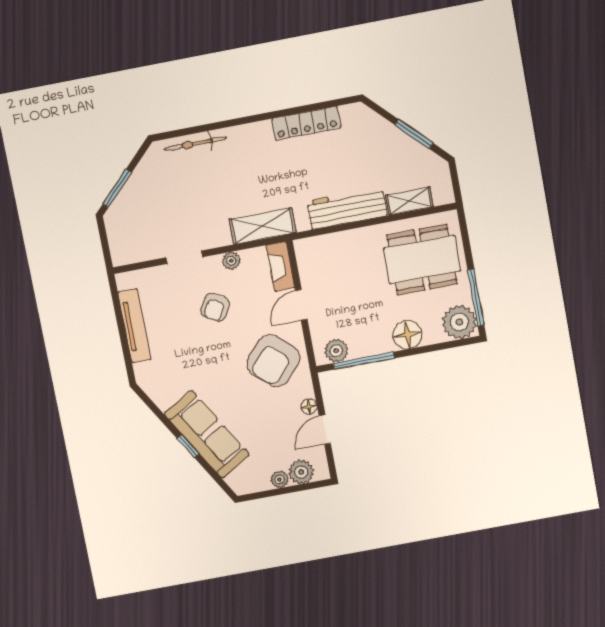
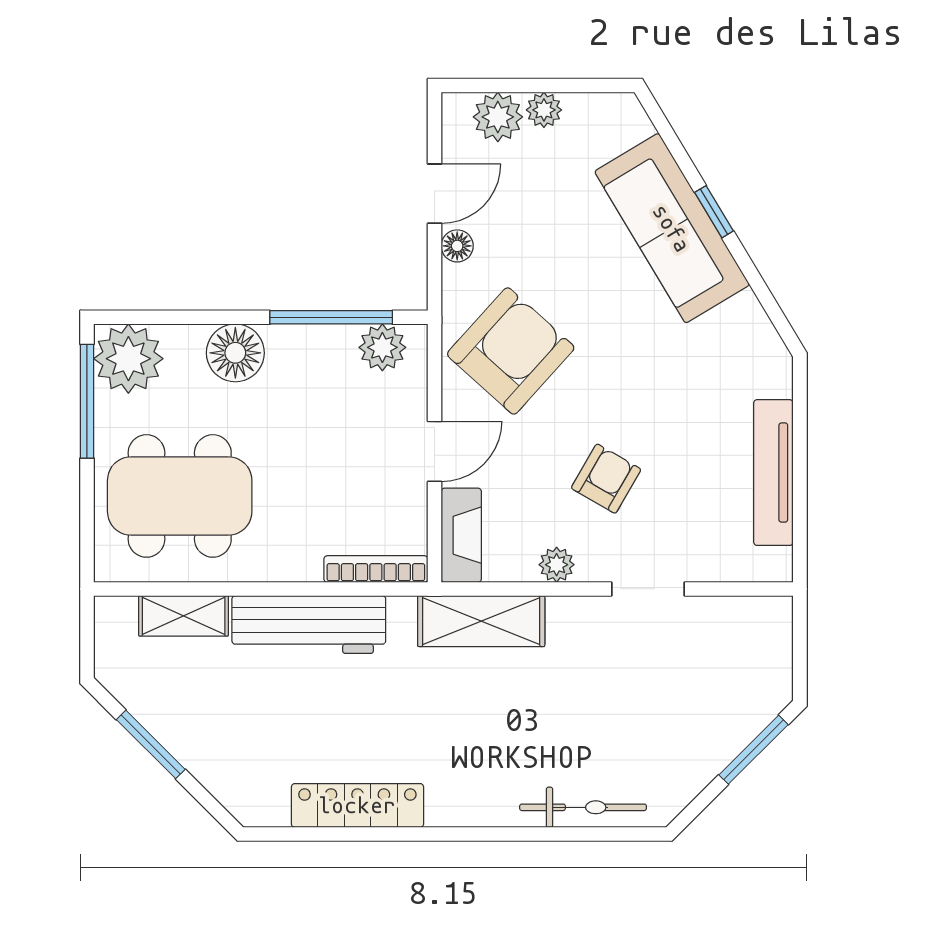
bookcase: (319, 242) -> (376, 569), added

